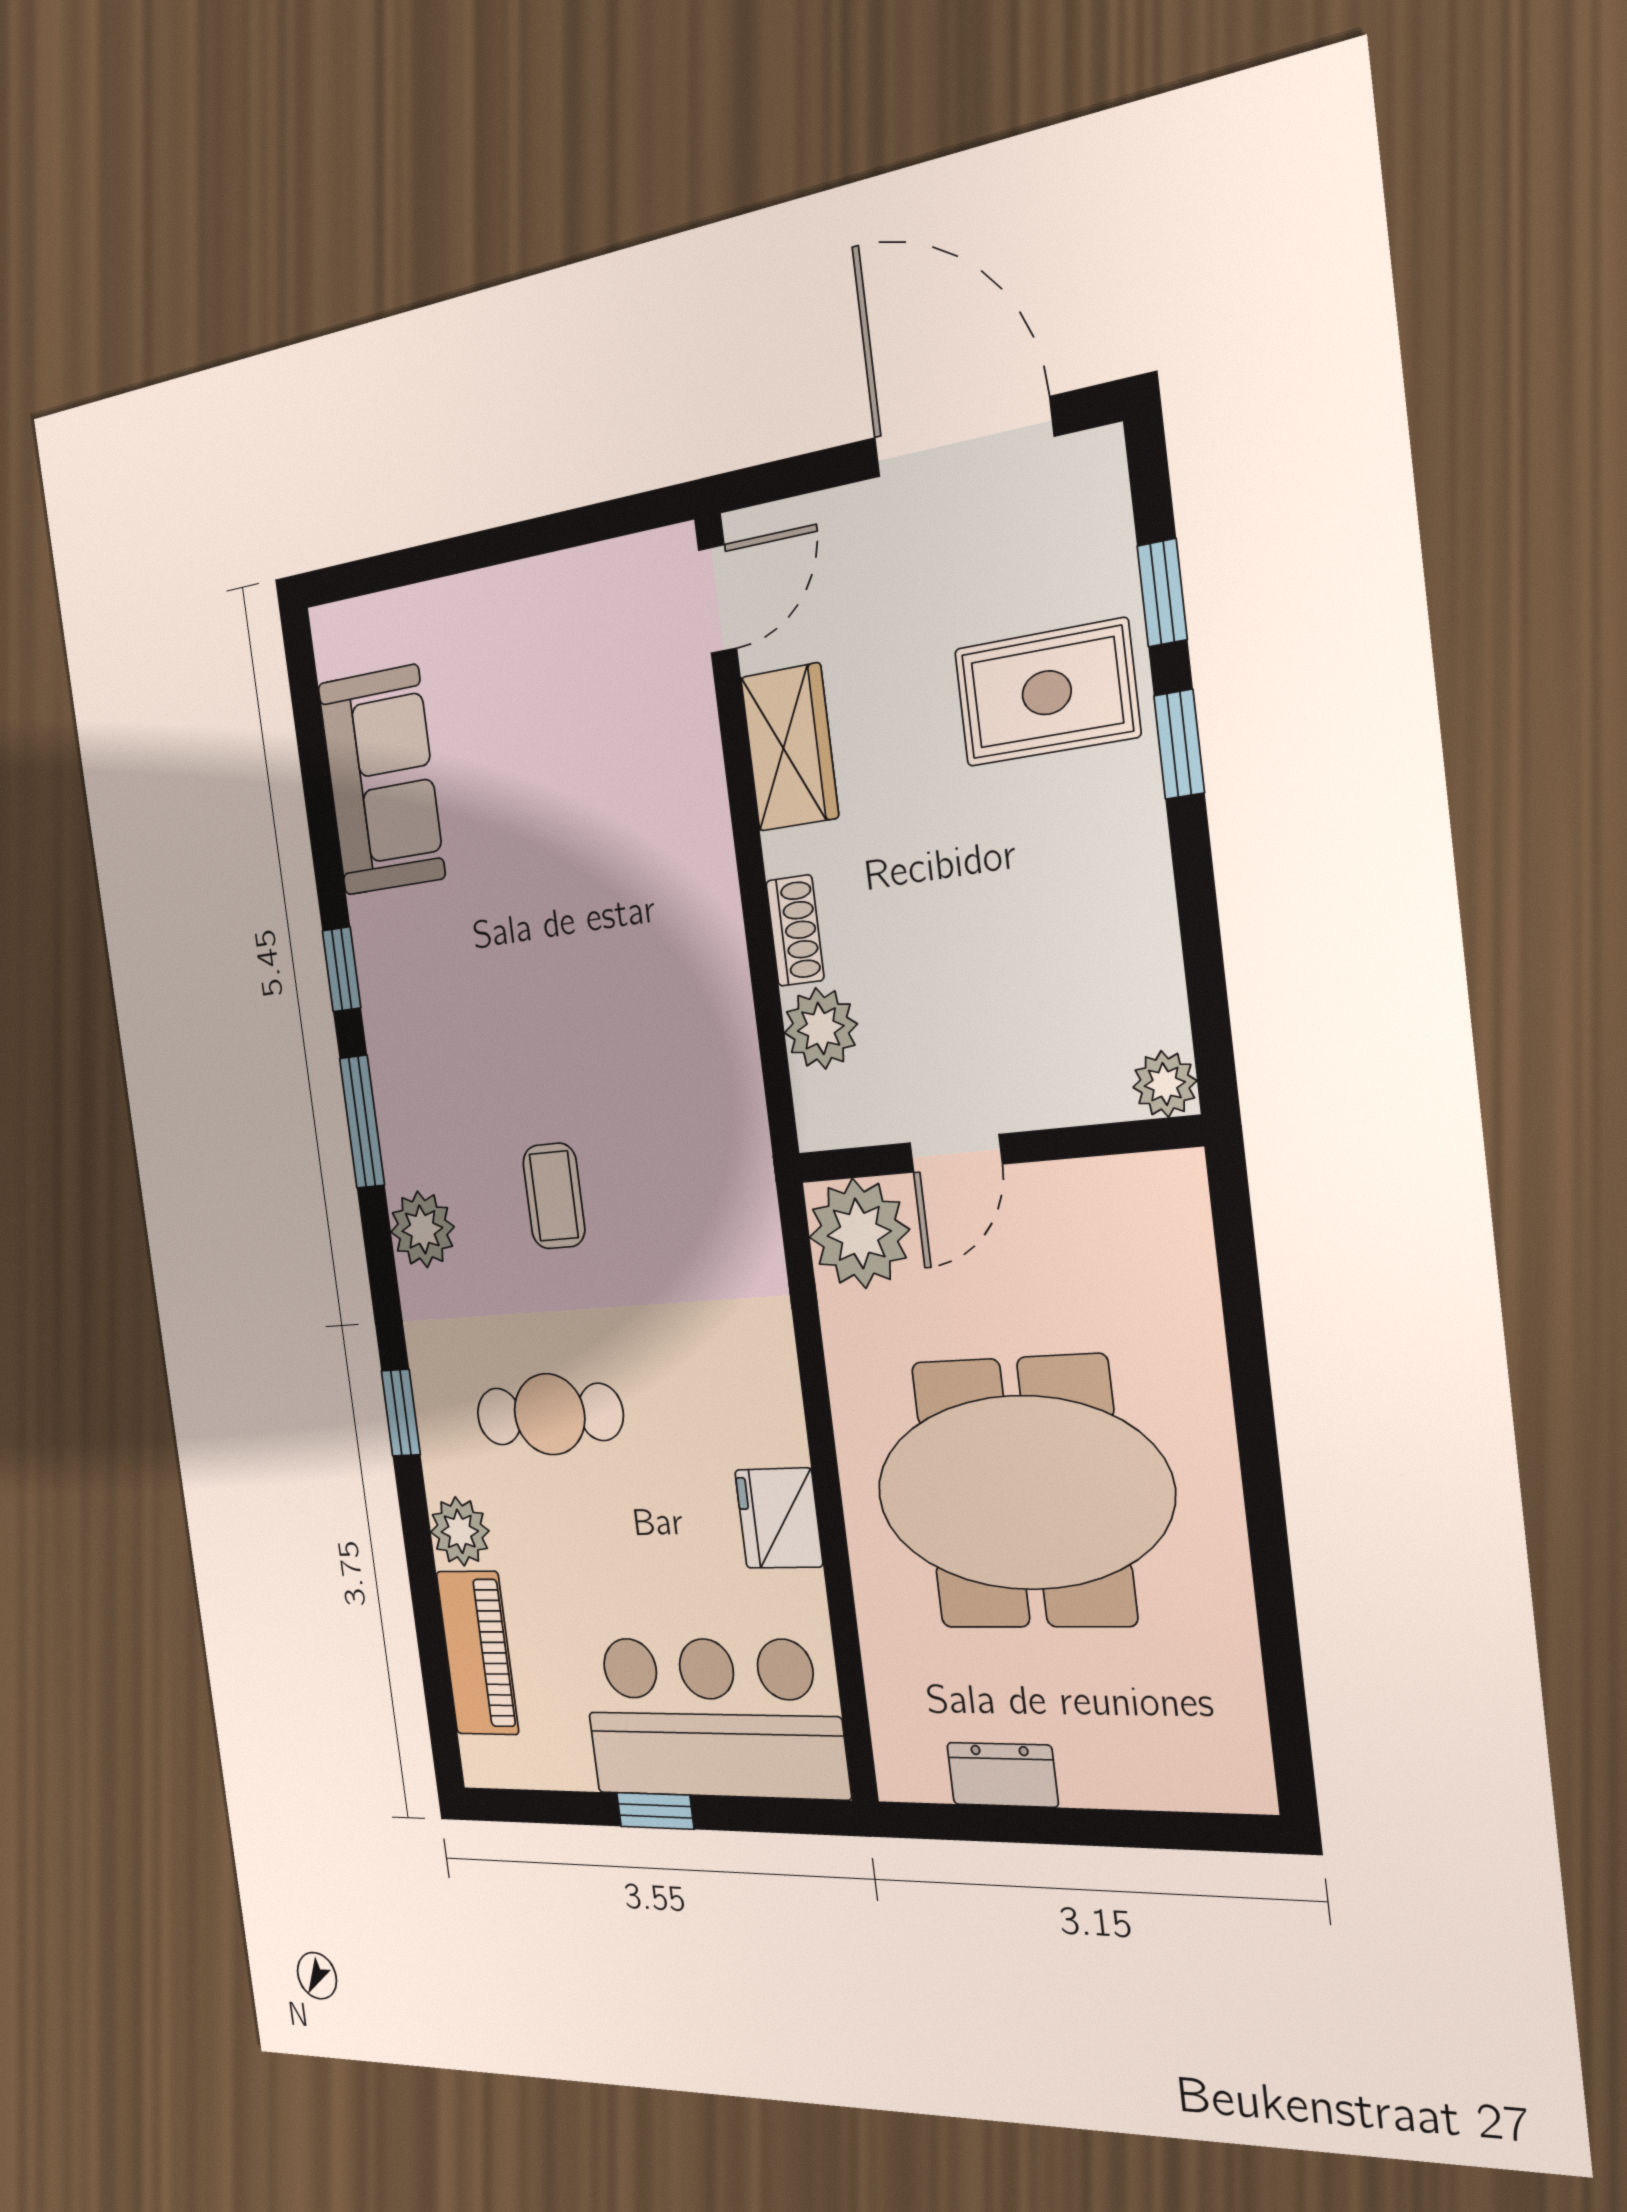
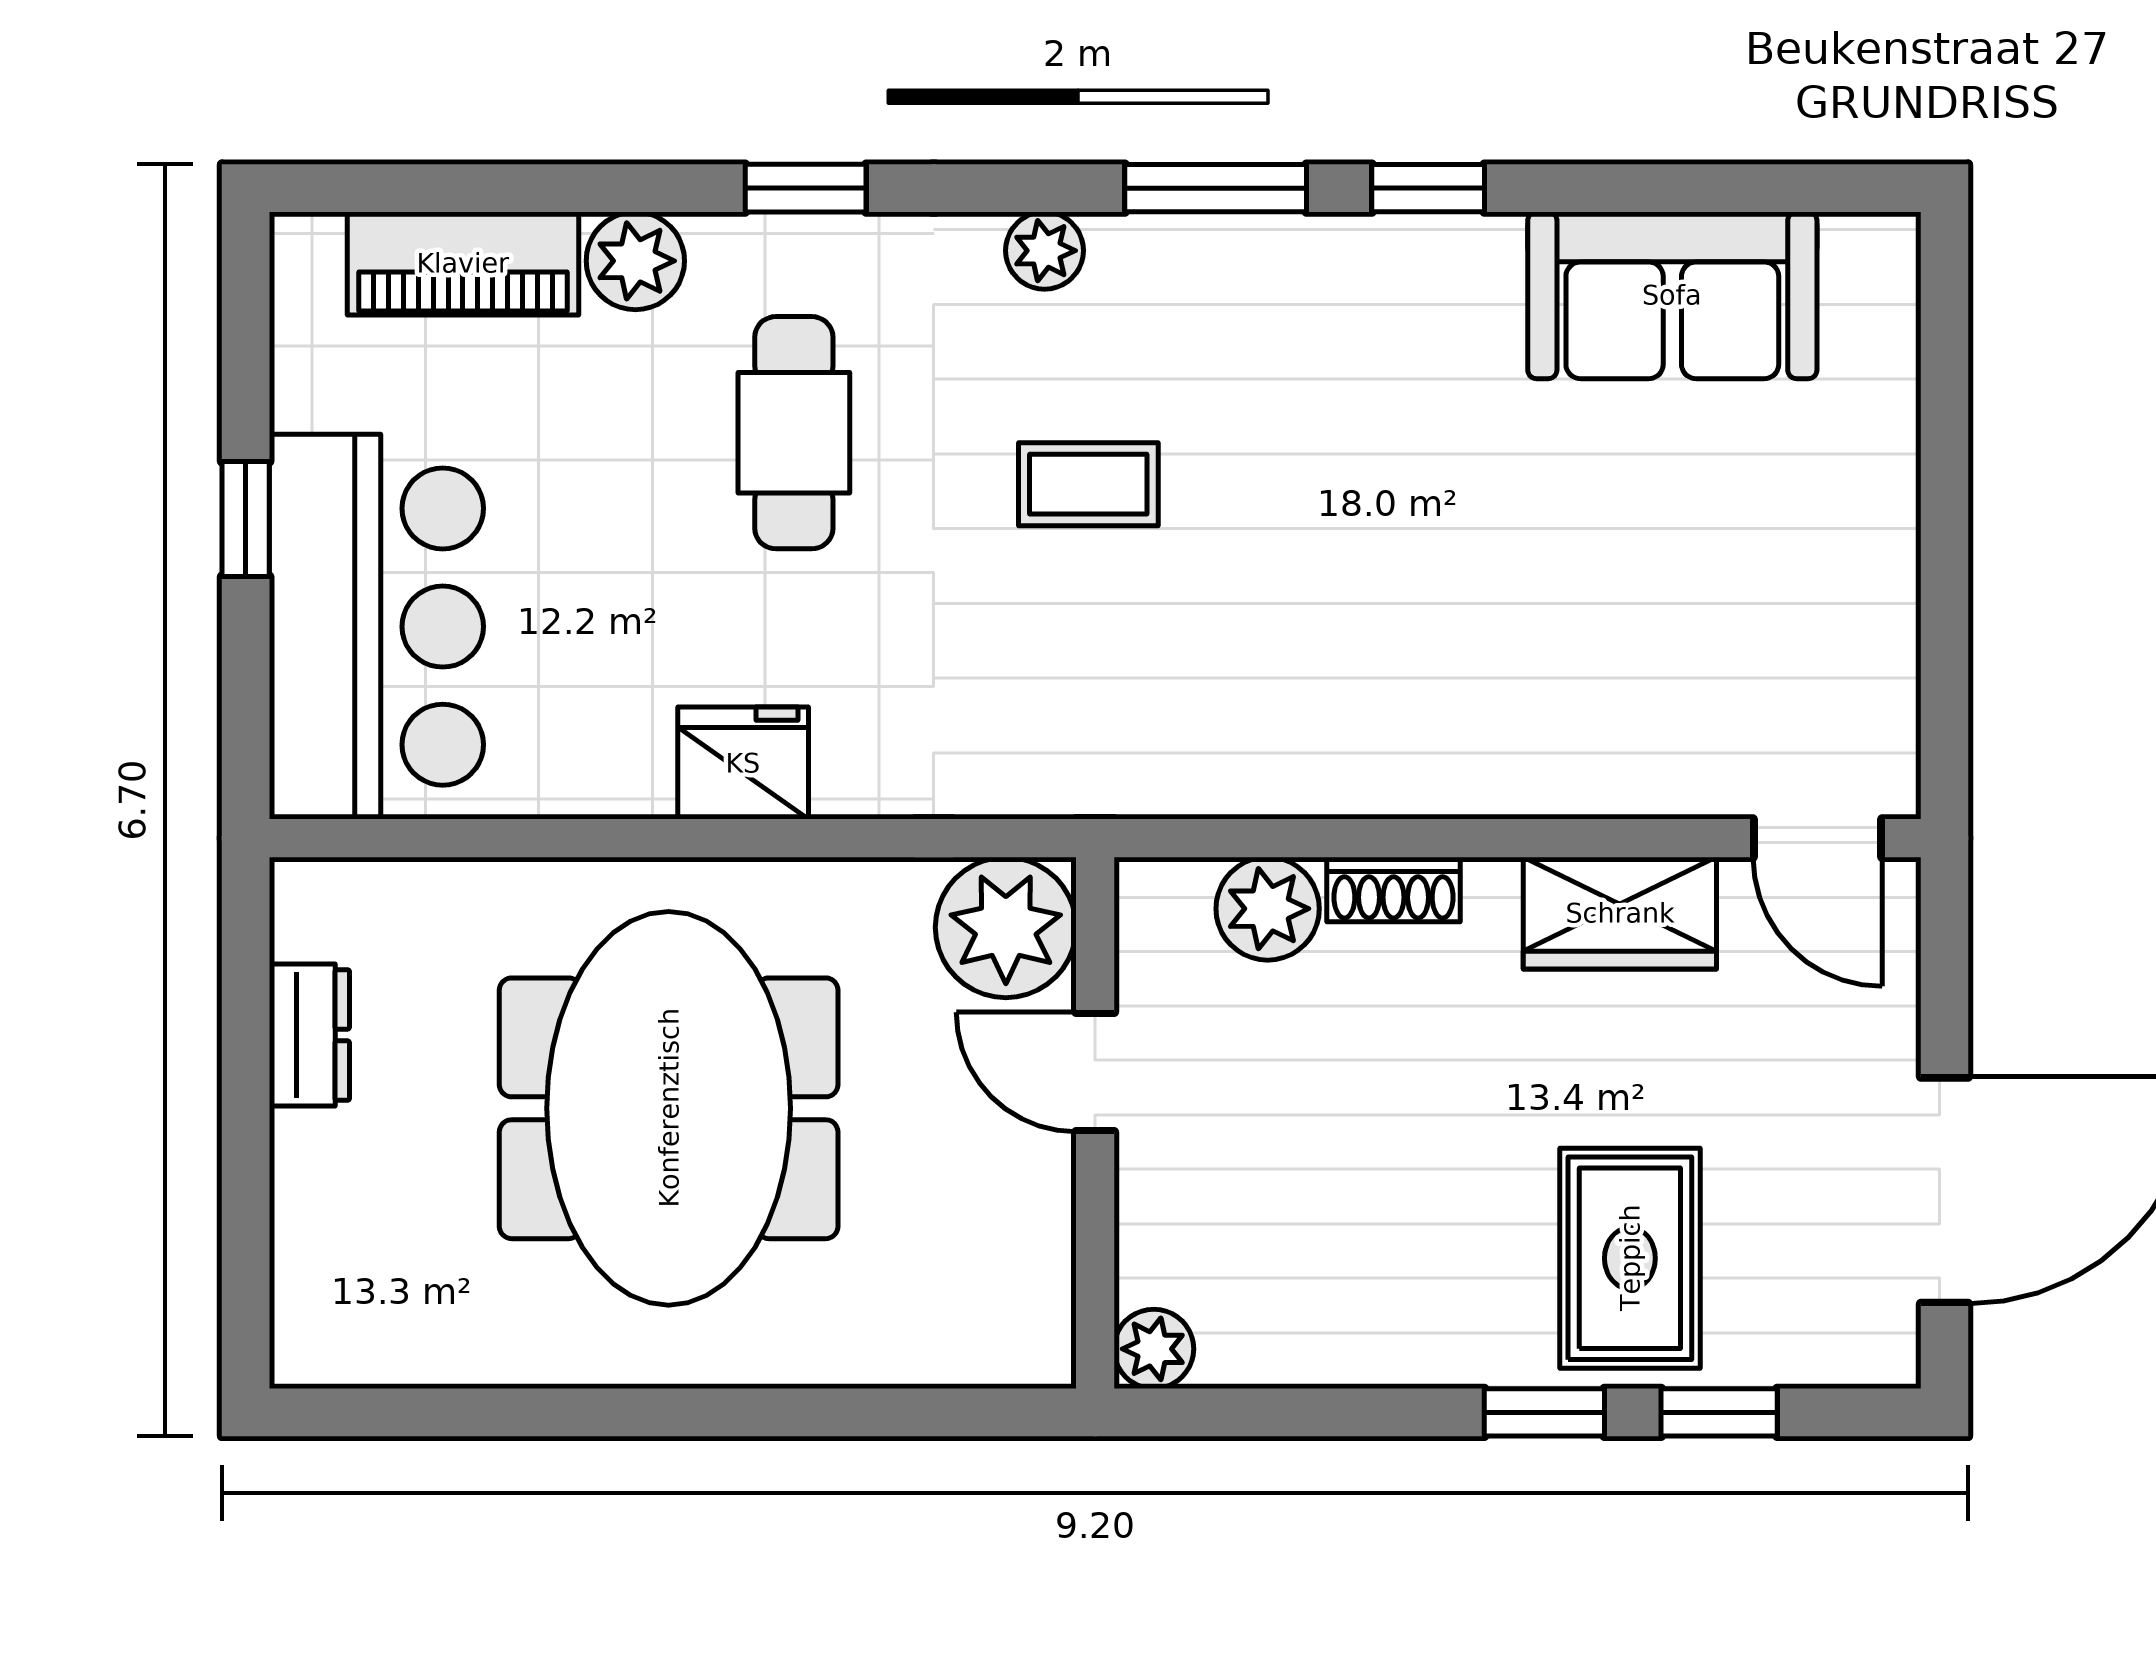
plant: (422, 1229) -> (1044, 251), width x0.73, depth x0.73
fridge: (779, 1518) -> (743, 763), moved

